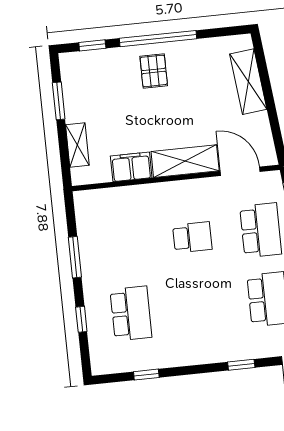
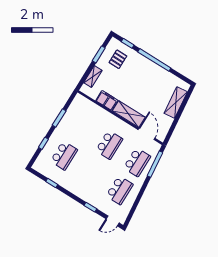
pallet: (154, 71) -> (118, 59), moved
school desk: (192, 237) -> (109, 145), width x1.85

